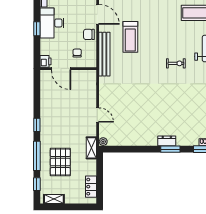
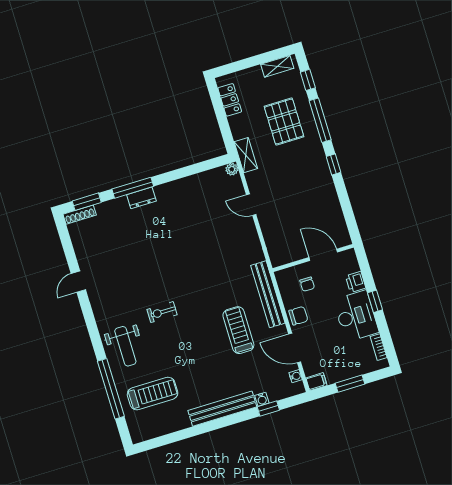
printer: (46, 61) -> (356, 282), moved
window: (170, 149) -> (133, 188), width x1.44

